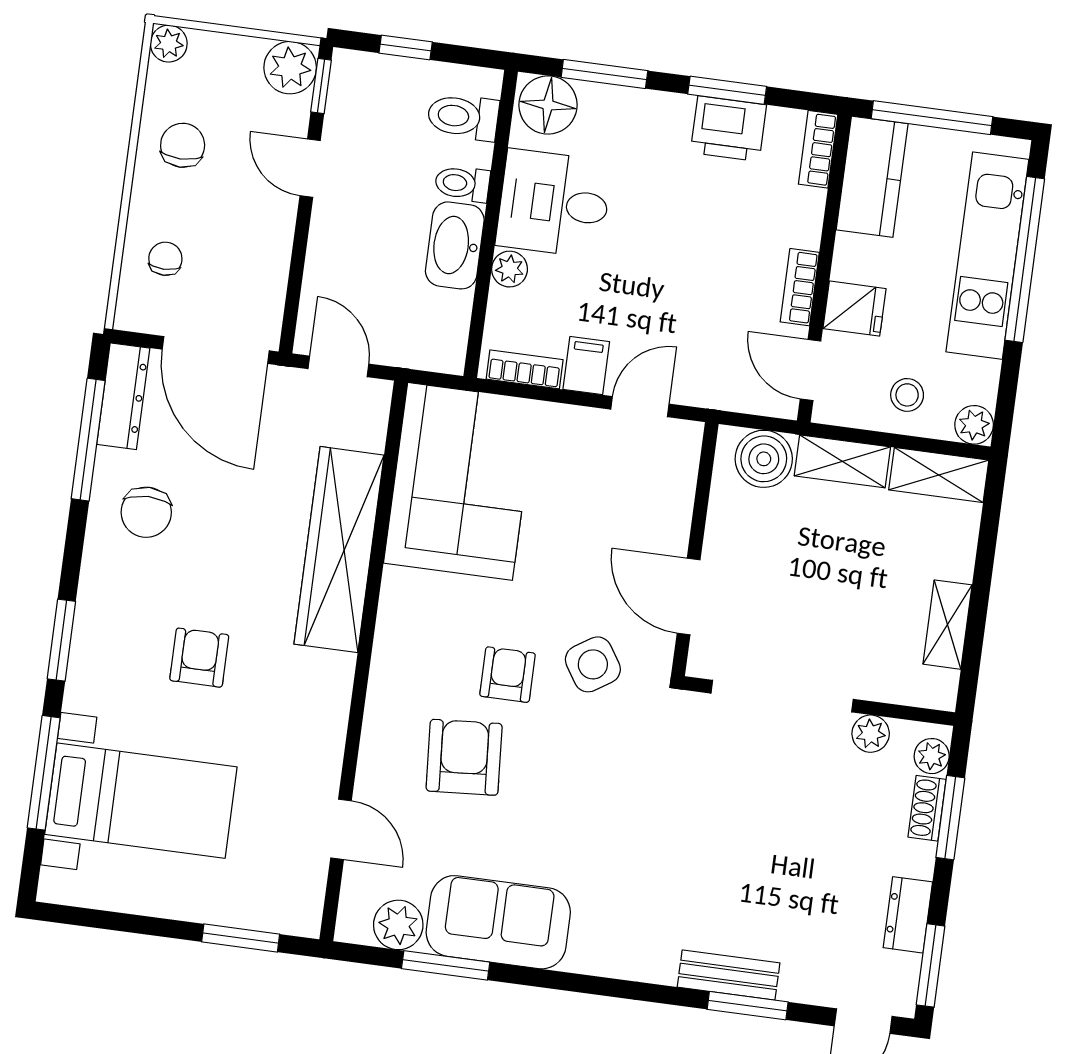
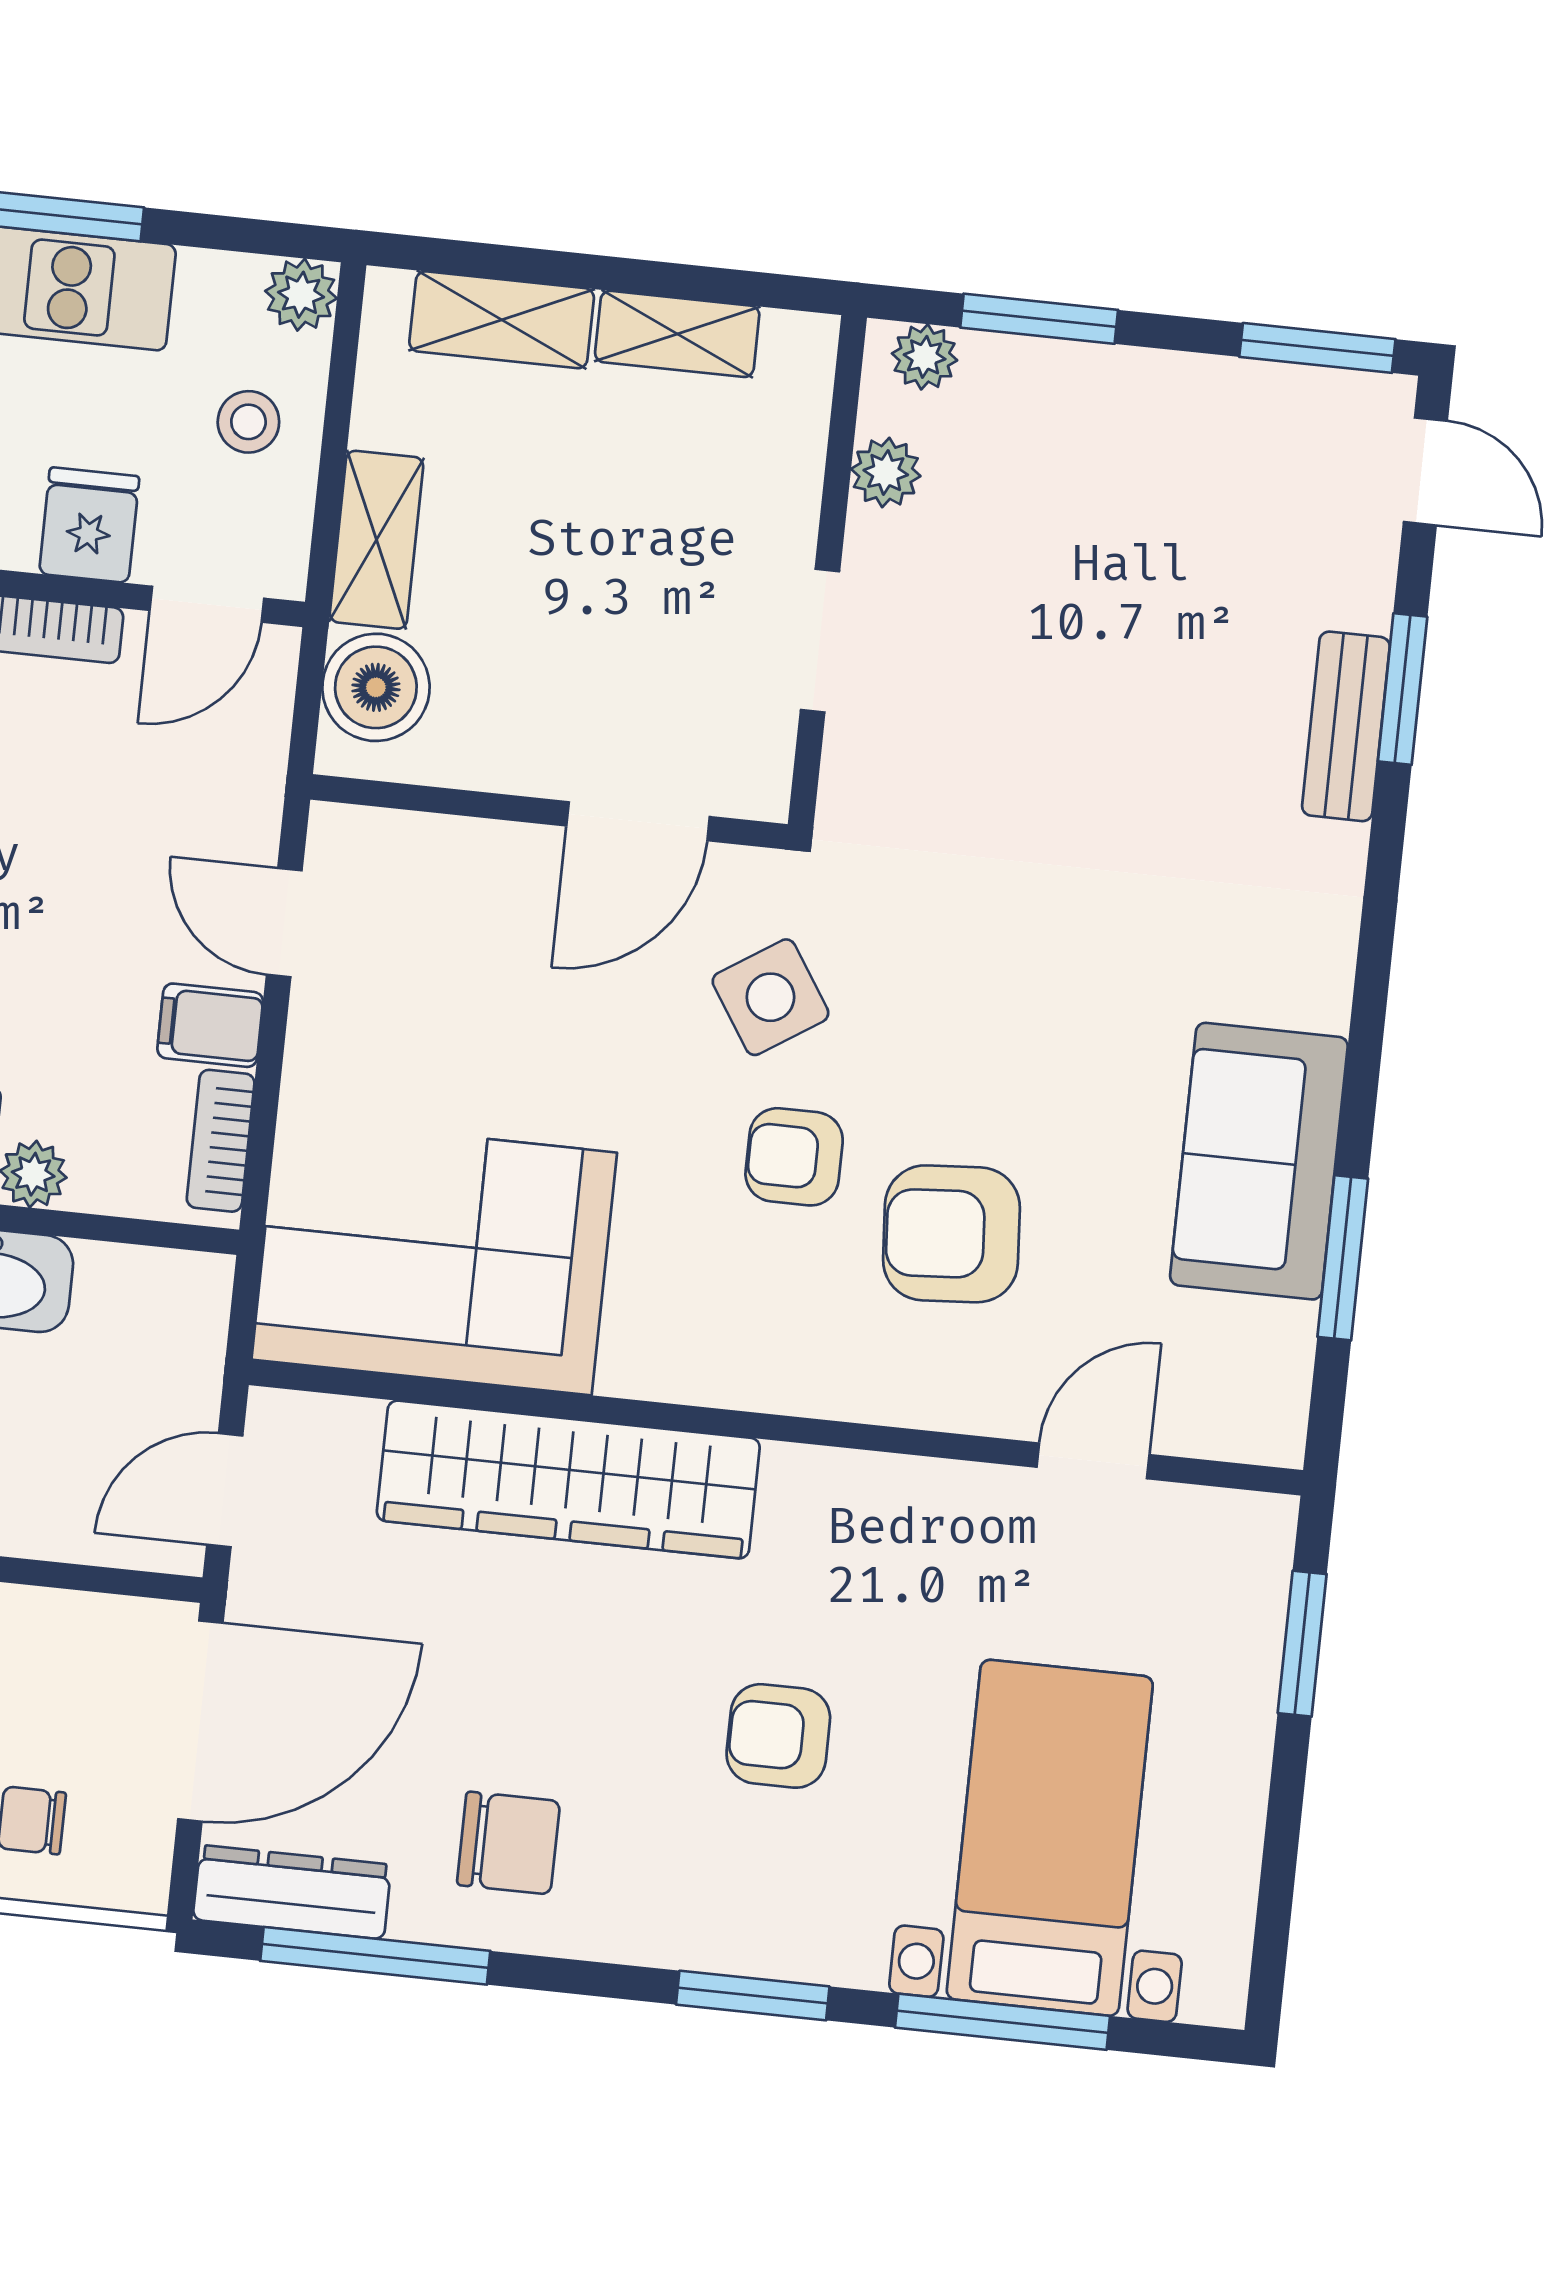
shelving: (939, 475) -> (502, 320), moved, turned 90
doorway: (782, 696) -> (820, 641), width x0.53
shoe rack: (927, 808) -> (1023, 363), removed
dresser: (908, 915) -> (1224, 393), removed
plant: (398, 925) -> (1269, 1349), removed

